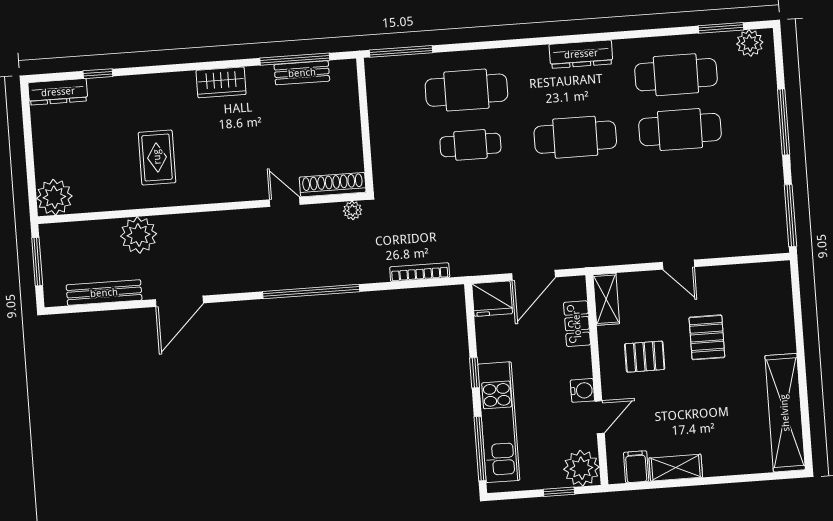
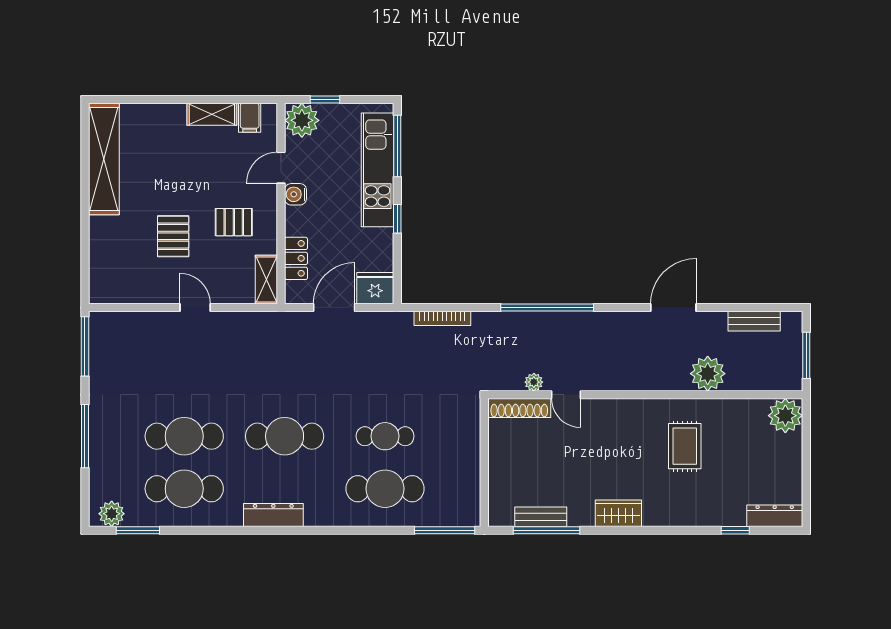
plant: (353, 210) -> (534, 382), moved
bench: (104, 293) -> (754, 321), width x0.73

